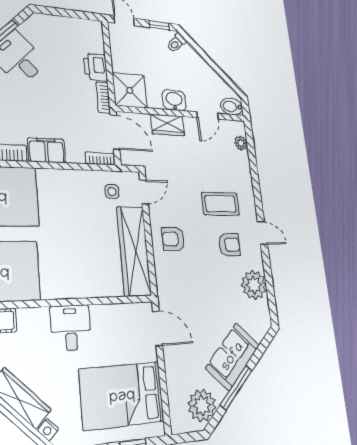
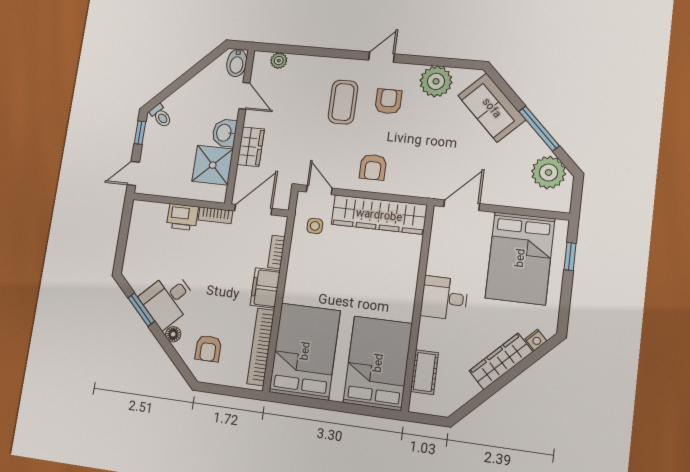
shower: (130, 90) -> (213, 165), moved
bookcase: (100, 159) -> (276, 252), moved
sofa: (233, 357) -> (492, 108), moved

